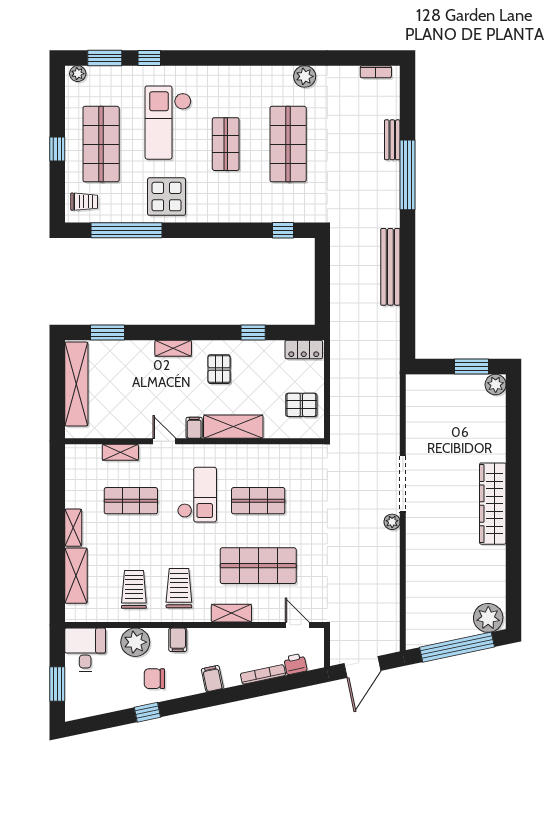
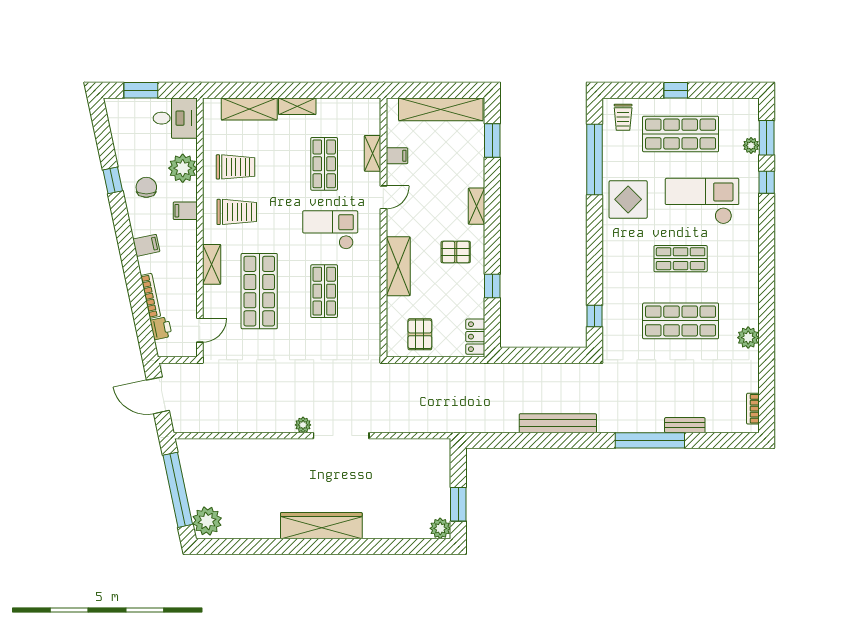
plant: (78, 74) -> (751, 145), moved
filing cabinet: (194, 428) -> (397, 156), moved
checkout: (197, 495) -> (330, 230), turned 180

